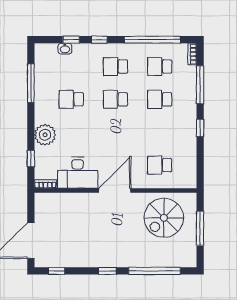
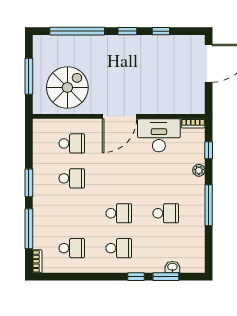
window: (71, 40) -> (166, 277), width x1.50
window: (152, 40) -> (80, 277), removed
window: (31, 83) -> (209, 205), moved
school desk: (160, 99) -> (72, 178), moved
window: (200, 128) -> (29, 183), width x1.50
plant: (45, 135) -> (199, 170), width x0.53, depth x0.53
window: (57, 271) -> (161, 31), moved

